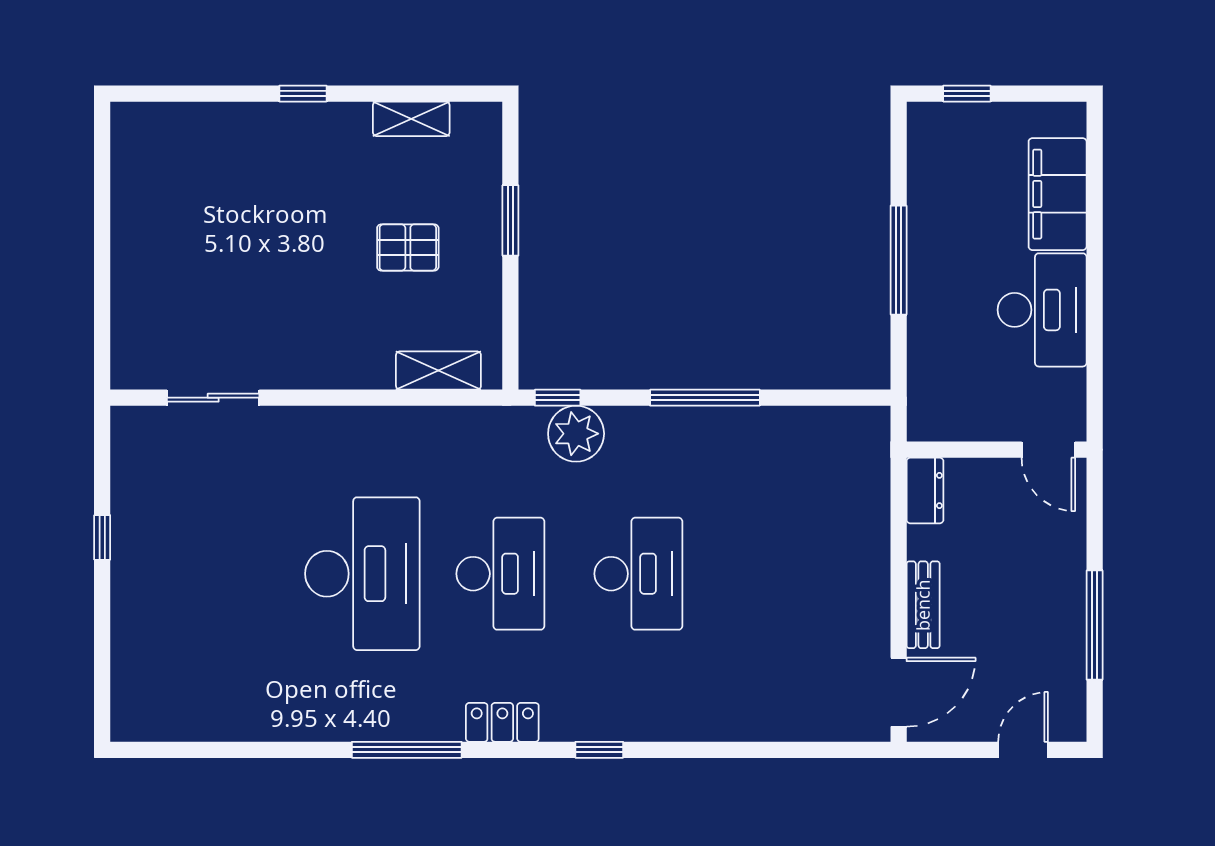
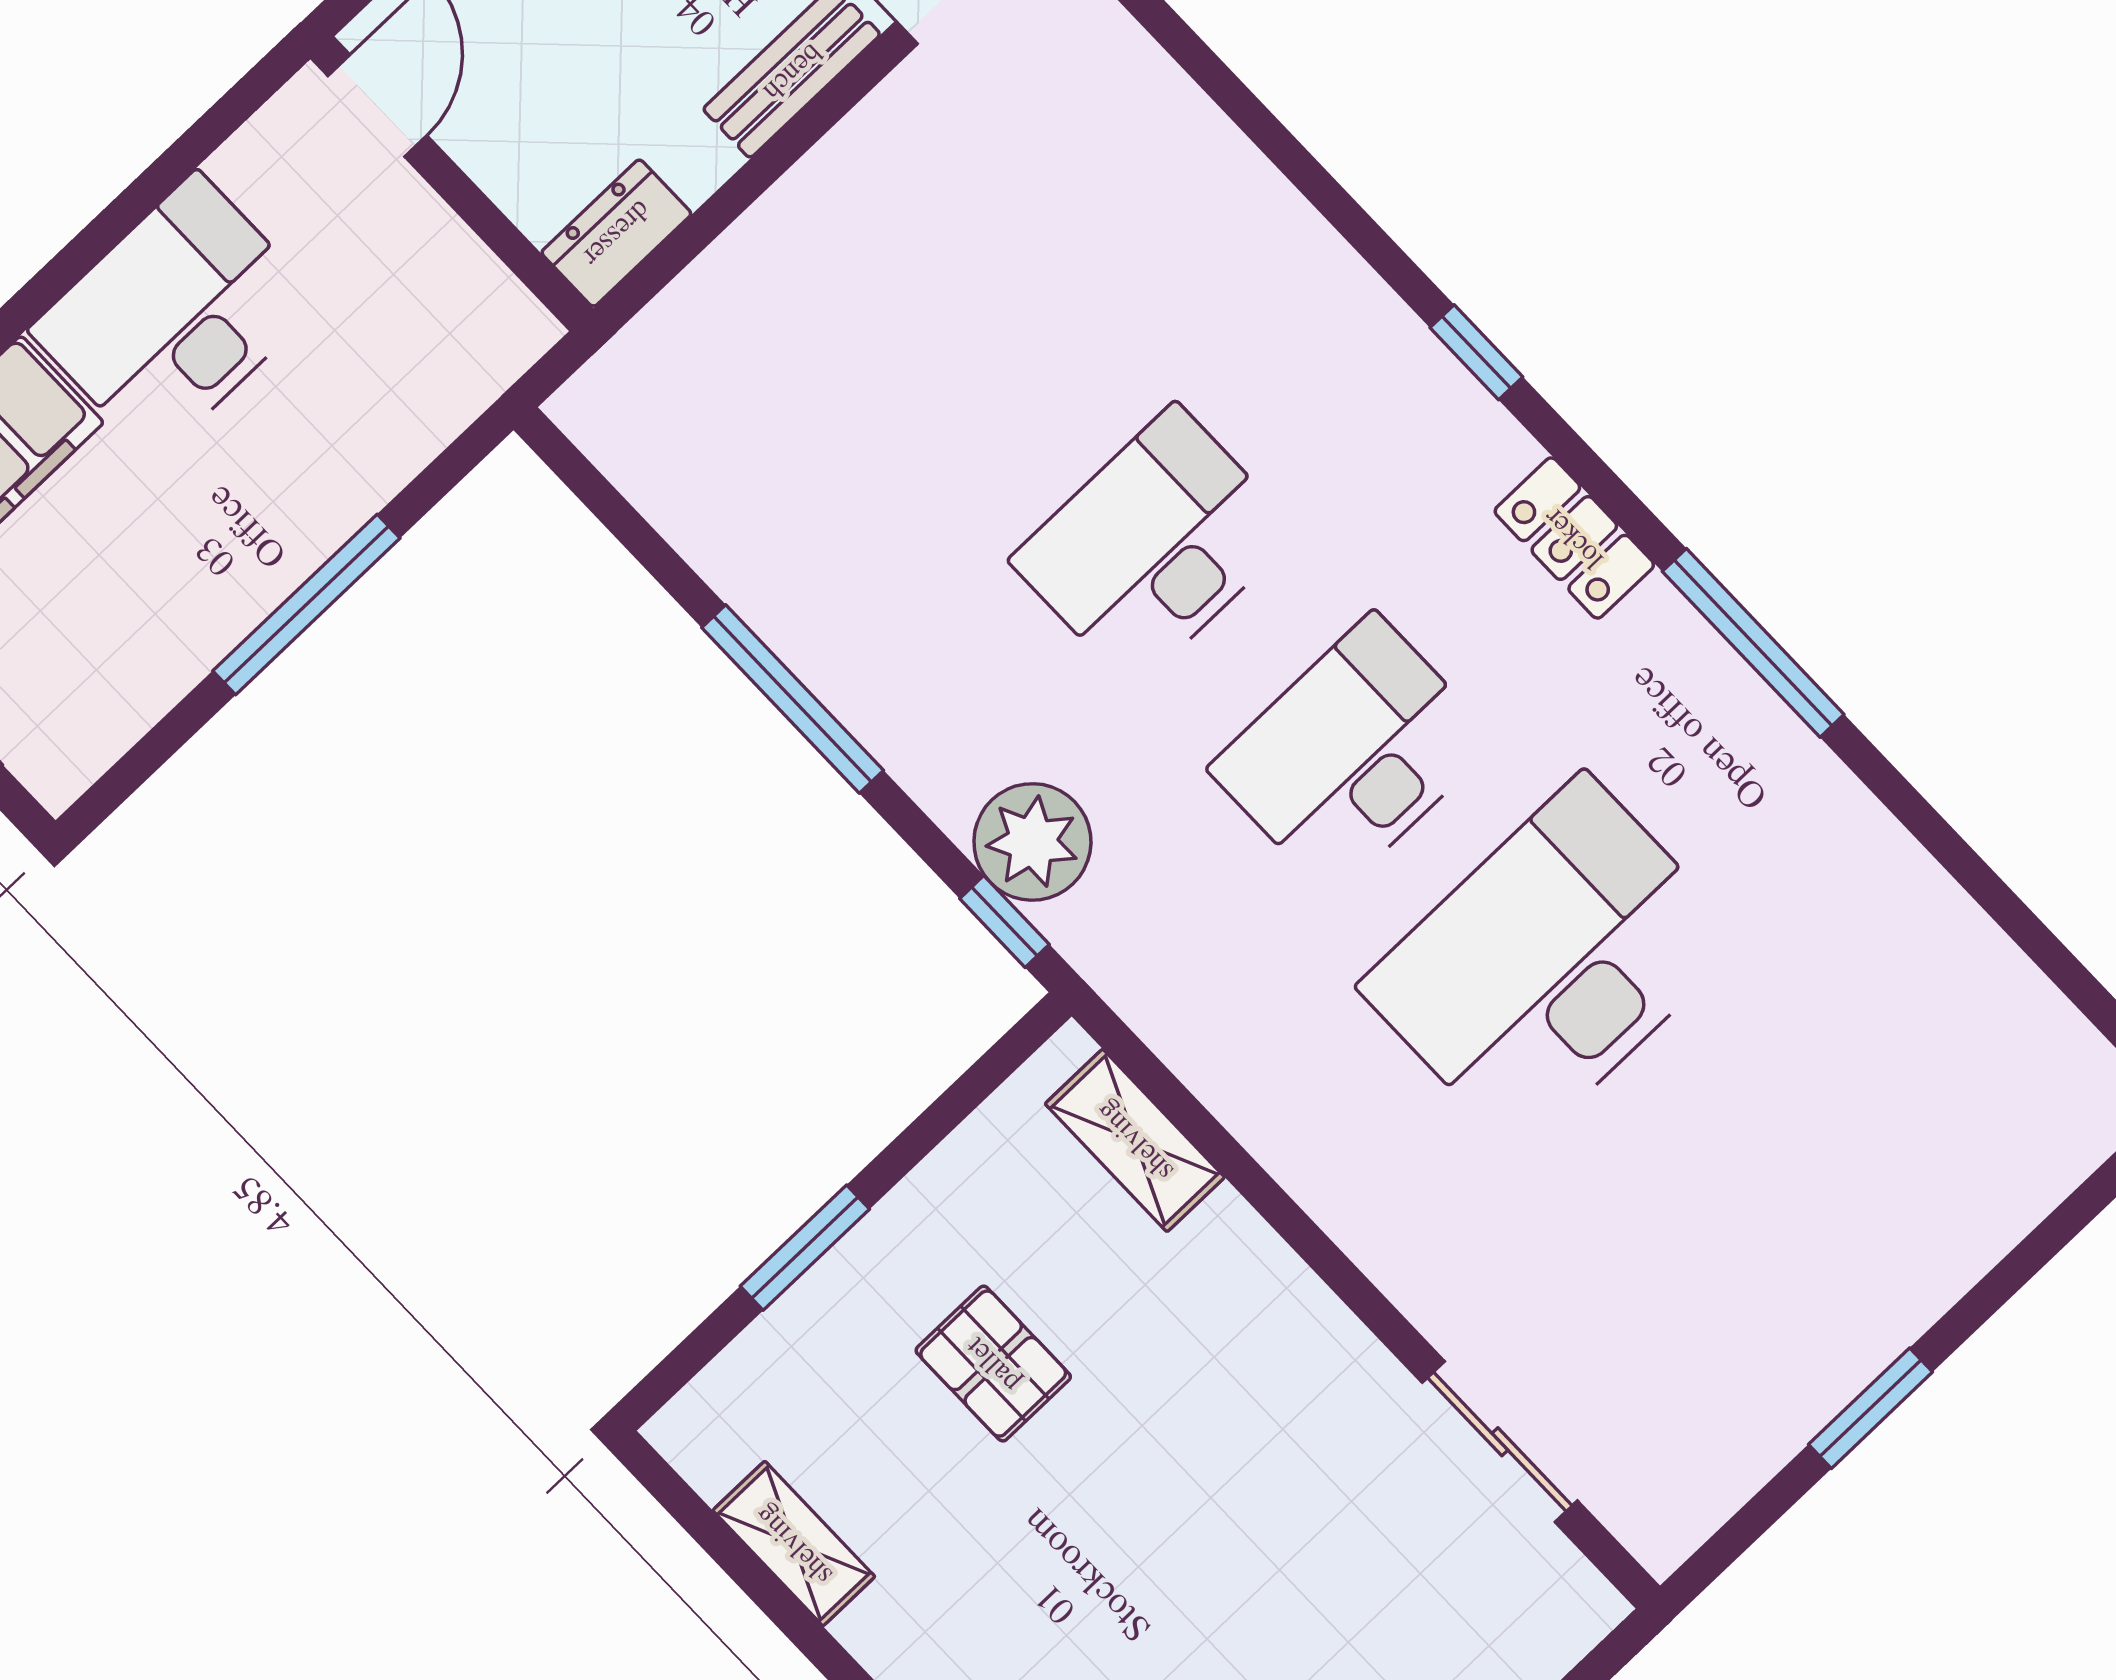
window: (102, 537) -> (1870, 1408), width x1.50

